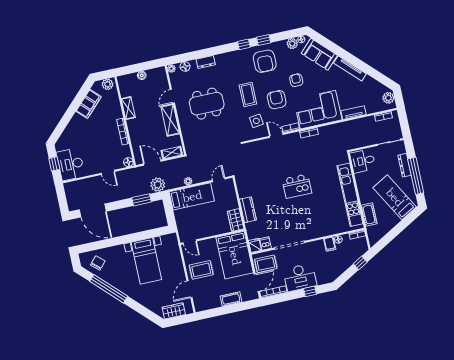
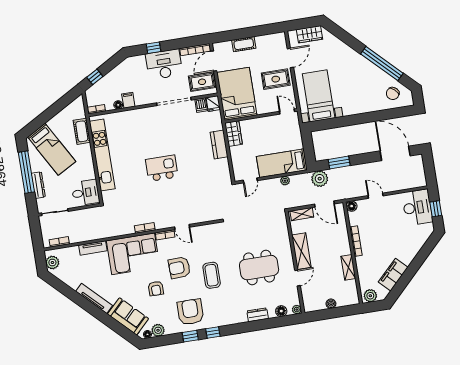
armchair: (277, 100) -> (179, 268), turned 88
side table: (256, 121) -> (204, 245), removed
bed with nightstands: (146, 261) -> (319, 96), moved

